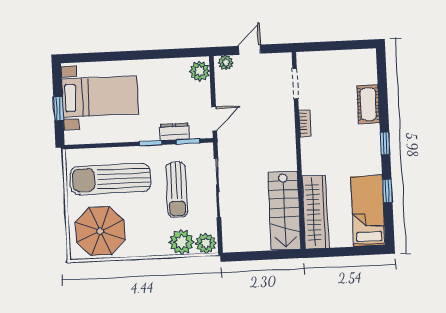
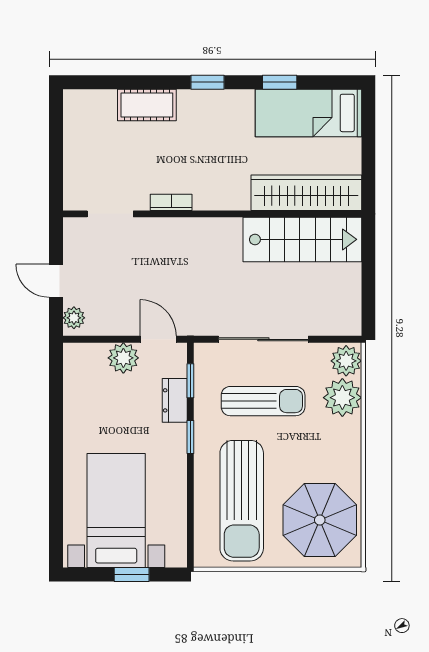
plant: (200, 71) -> (123, 358), moved

